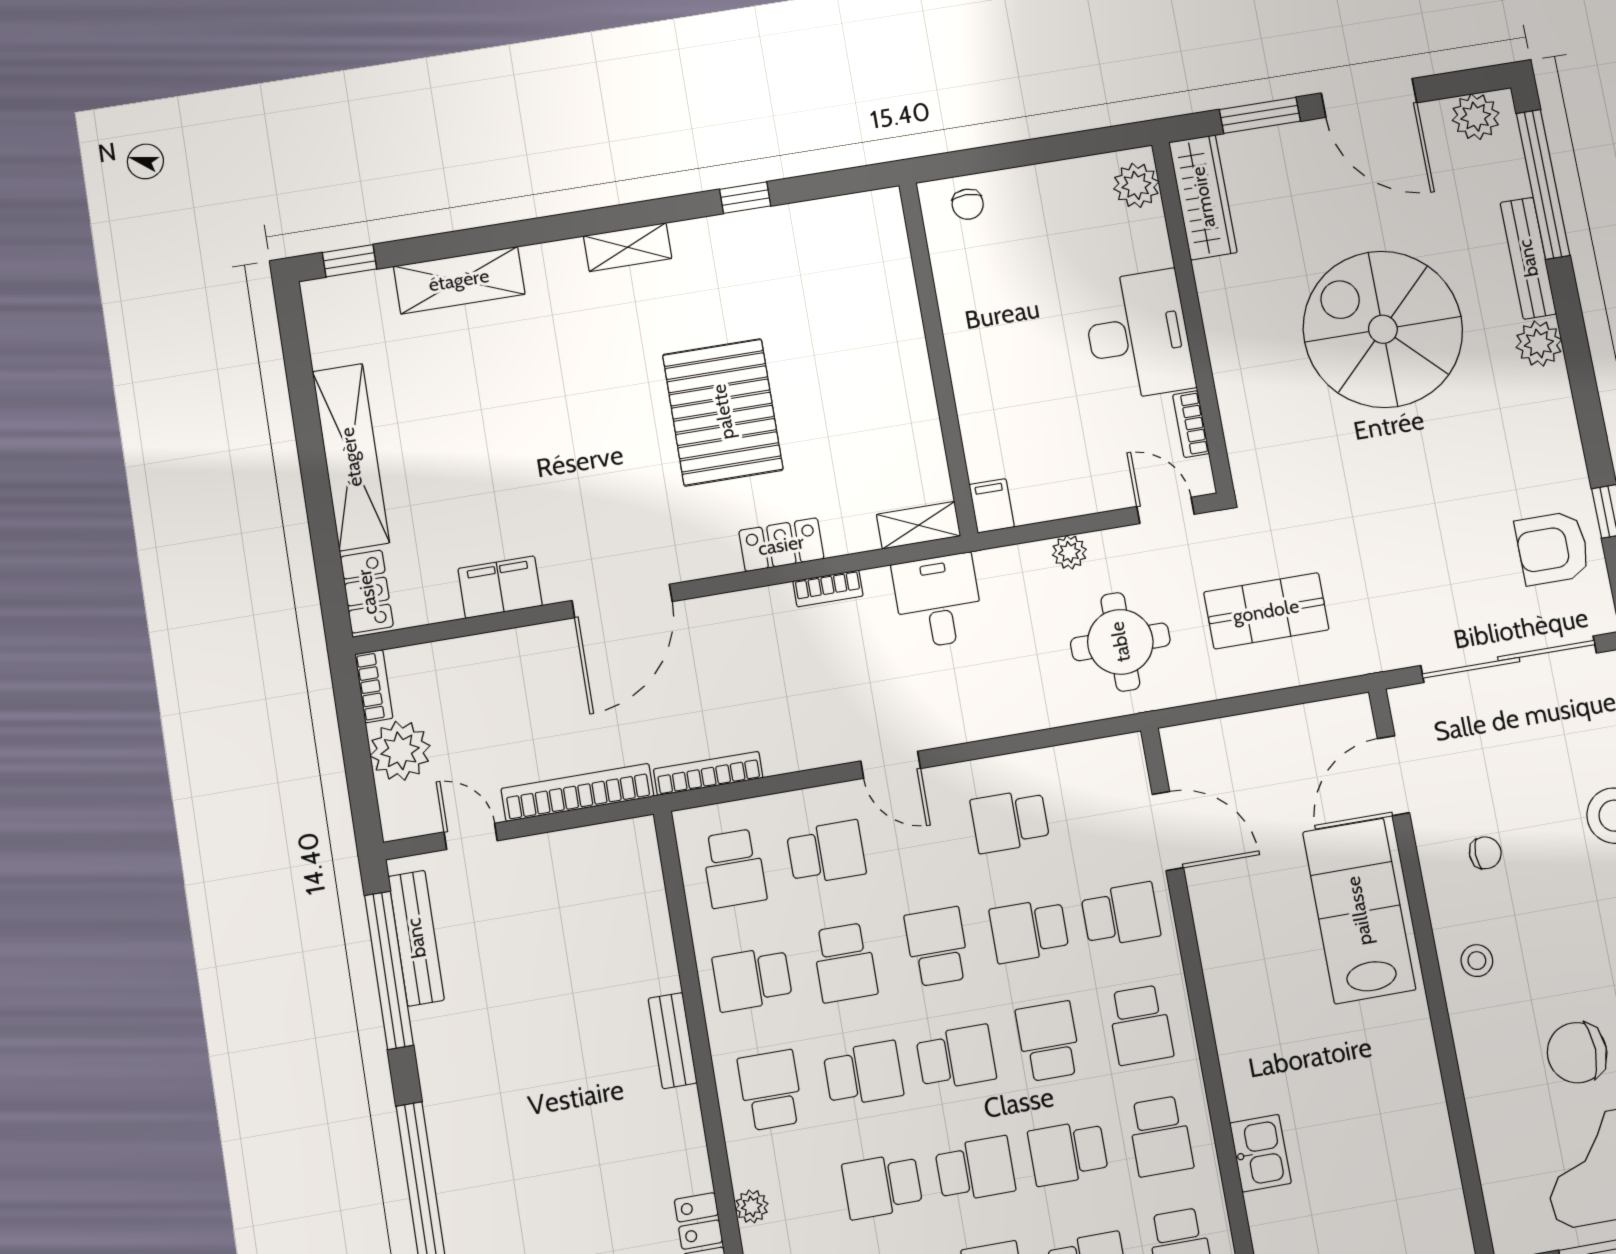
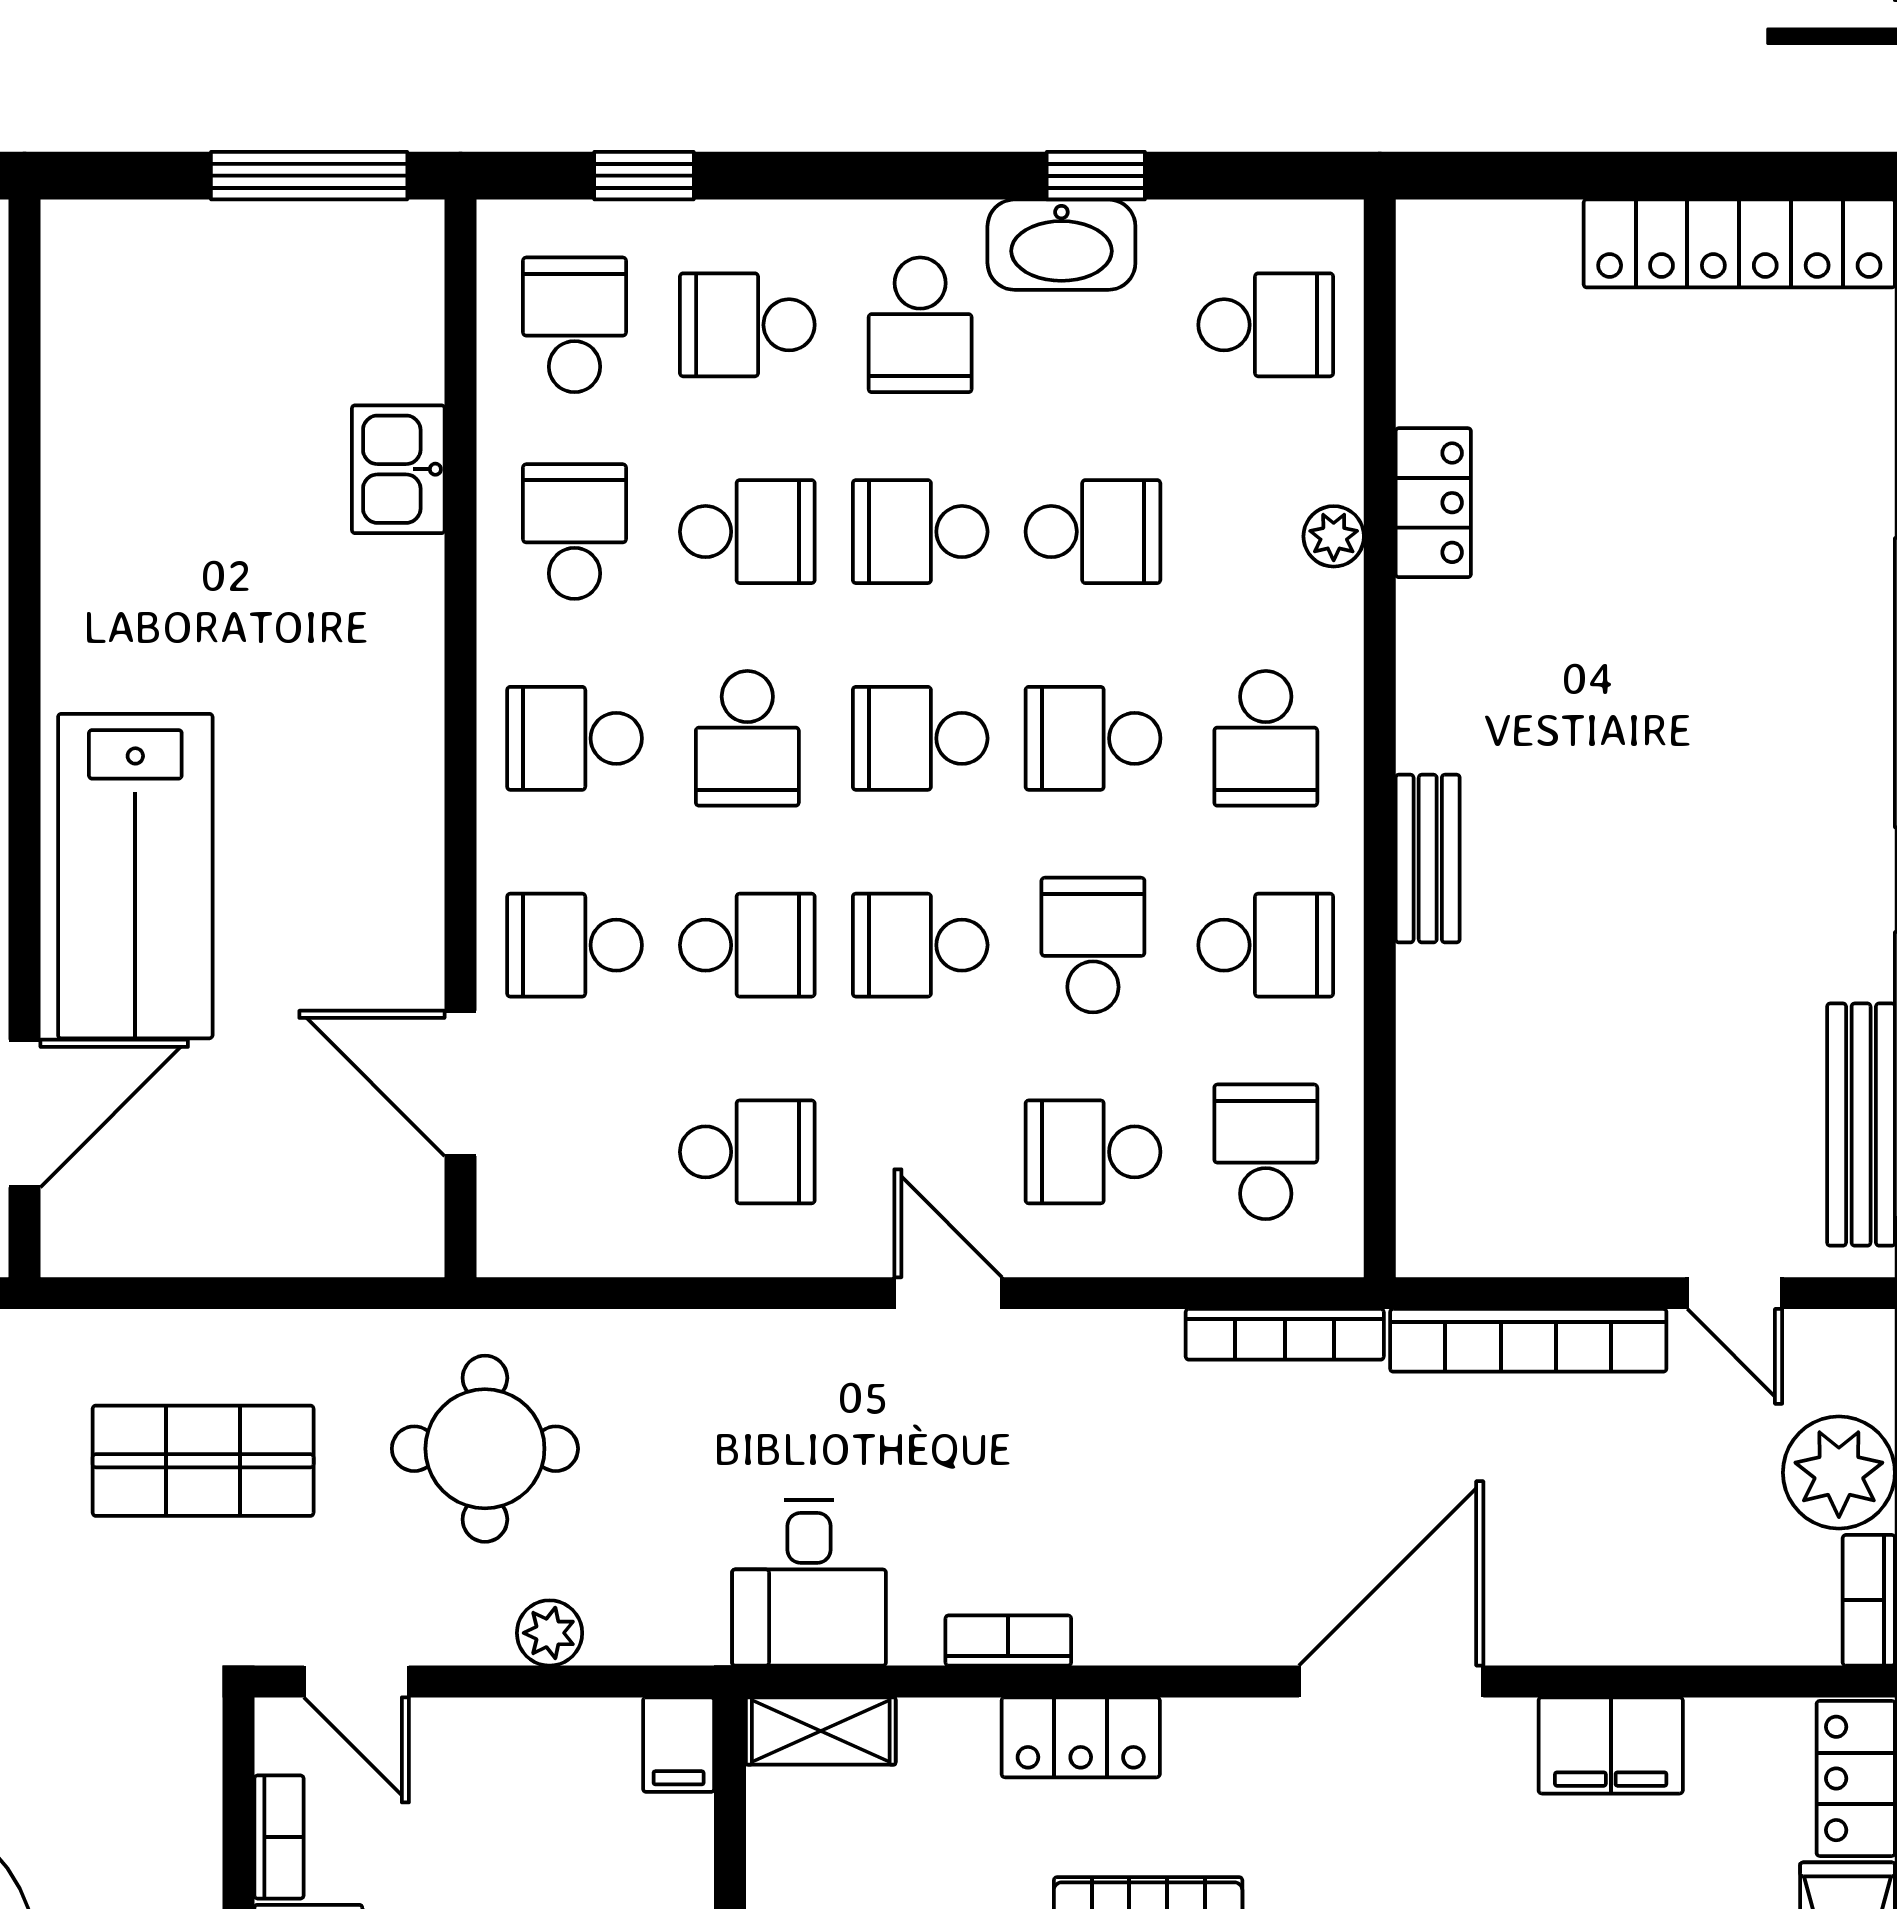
school desk: (937, 947) -> (920, 945), turned 90
school desk: (1140, 1025) -> (575, 738), turned -90

